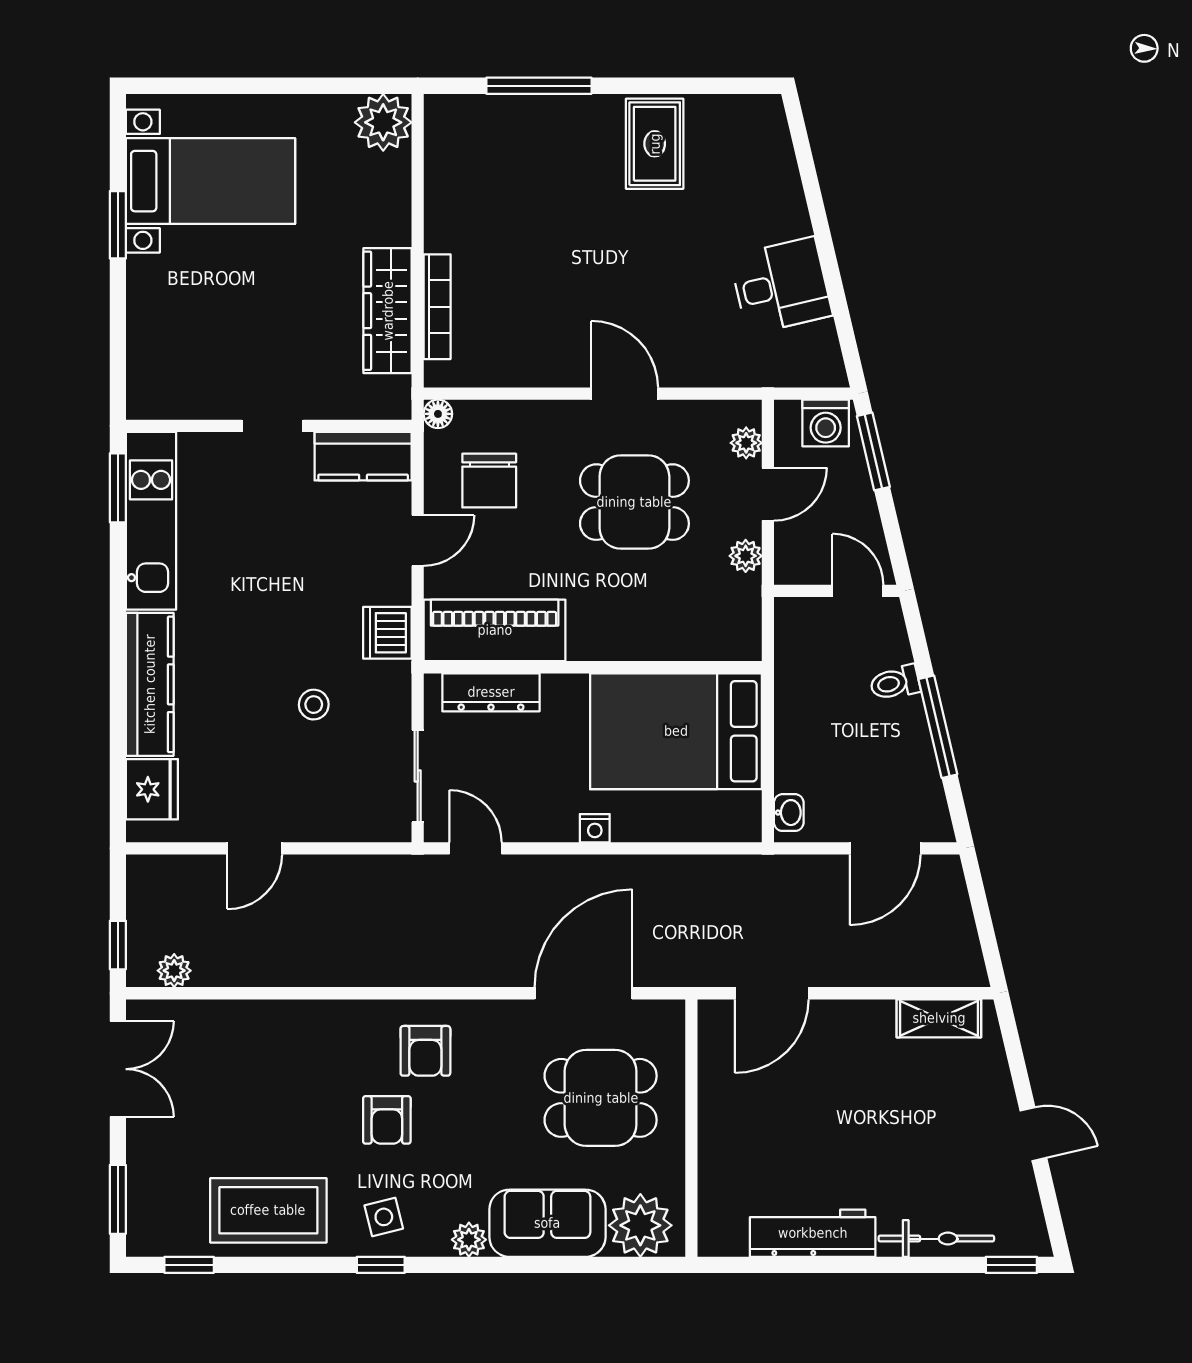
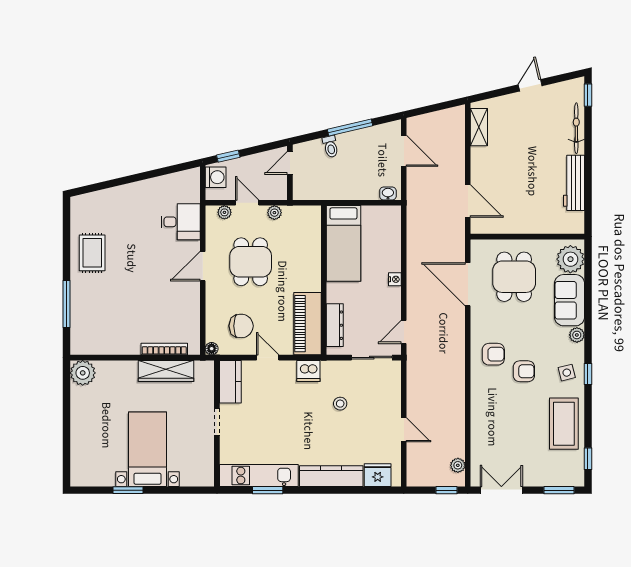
rug: (655, 144) -> (92, 253), turned 90
bed with nightstands: (210, 181) -> (148, 449), moved
desk: (781, 286) -> (181, 222), moved, turned 103
window: (873, 451) -> (228, 156), width x0.67
window: (118, 488) -> (268, 490), moved
bed: (676, 731) -> (343, 243), width x0.67

